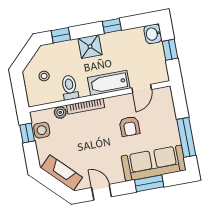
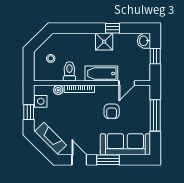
window: (61, 35) -> (70, 28), removed
shower: (90, 47) -> (104, 42), moved
window: (27, 133) -> (29, 112), moved
window: (186, 137) -> (155, 115), moved
window: (149, 183) -> (108, 160), moved

